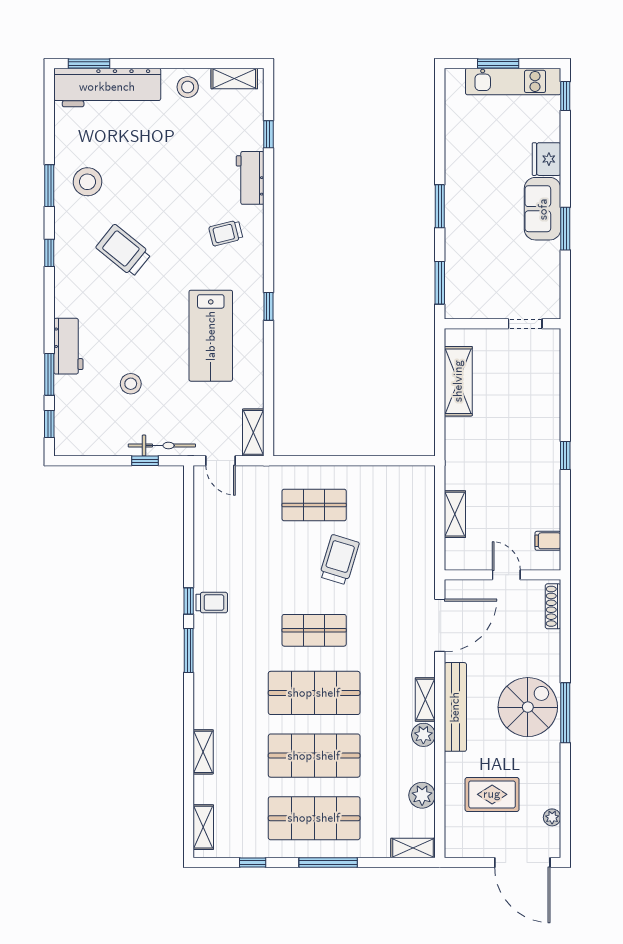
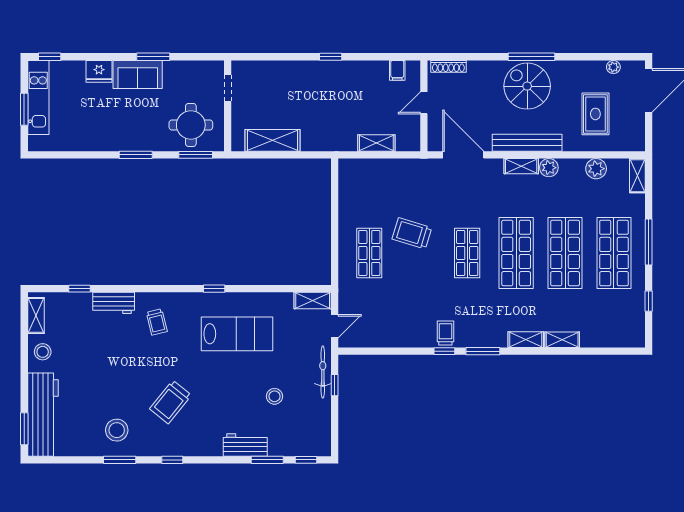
round table: (478, 277) -> (191, 125), added
shelving: (203, 827) -> (526, 340), moved

